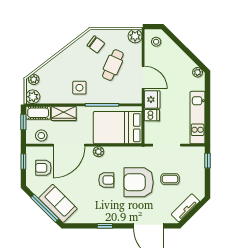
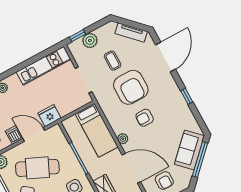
cafe table: (113, 65) -> (37, 168), width x1.37, depth x1.35
door: (143, 77) -> (34, 134), hinge flipped
dishwasher: (152, 115) -> (14, 135), moved
bed: (118, 128) -> (97, 130), width x0.67
plant: (198, 169) -> (90, 40), added
armchair: (106, 180) -> (145, 118), turned -90

